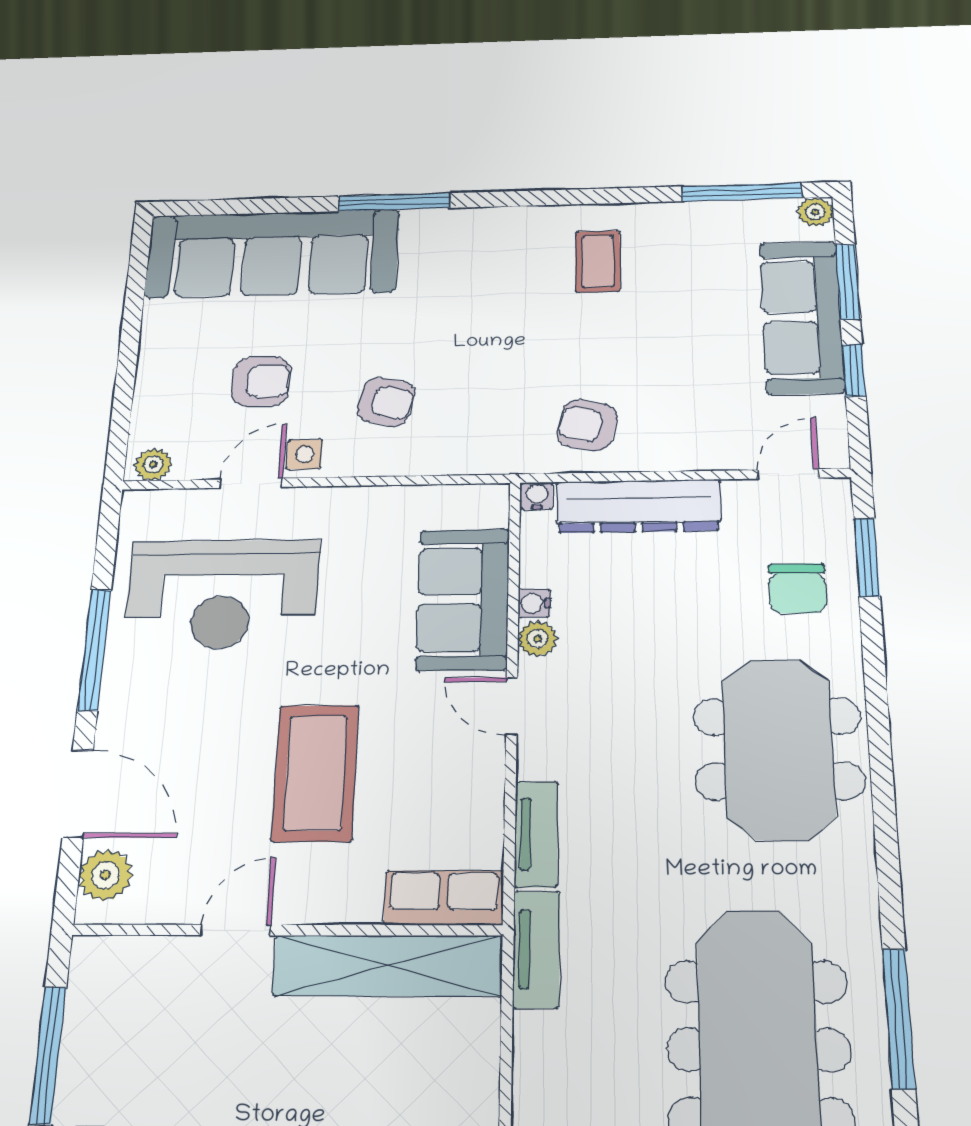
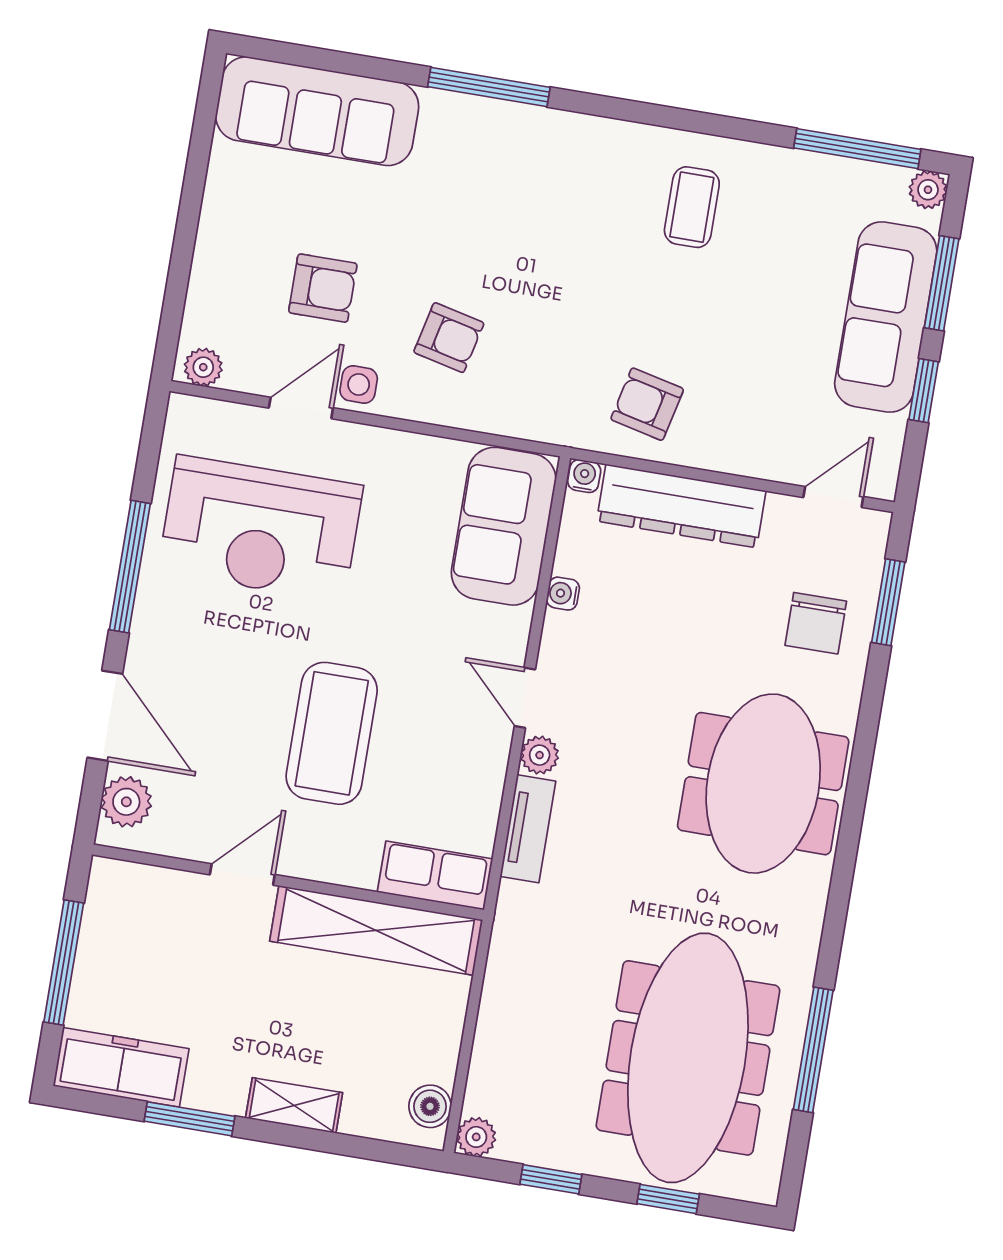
sofa: (272, 254) -> (317, 111), width x0.74, depth x0.79
sofa: (463, 599) -> (504, 526), moved
plant: (538, 639) -> (540, 755), moved
tv unit: (536, 949) -> (511, 937), removed

